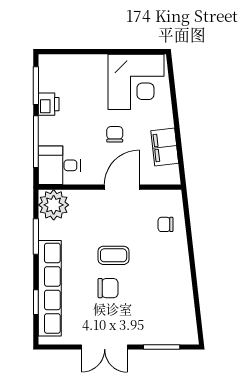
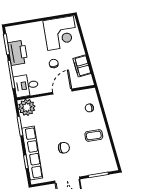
printer: (49, 104) -> (18, 53), width x1.87, depth x1.48
coffee table: (114, 255) -> (94, 136), moved

